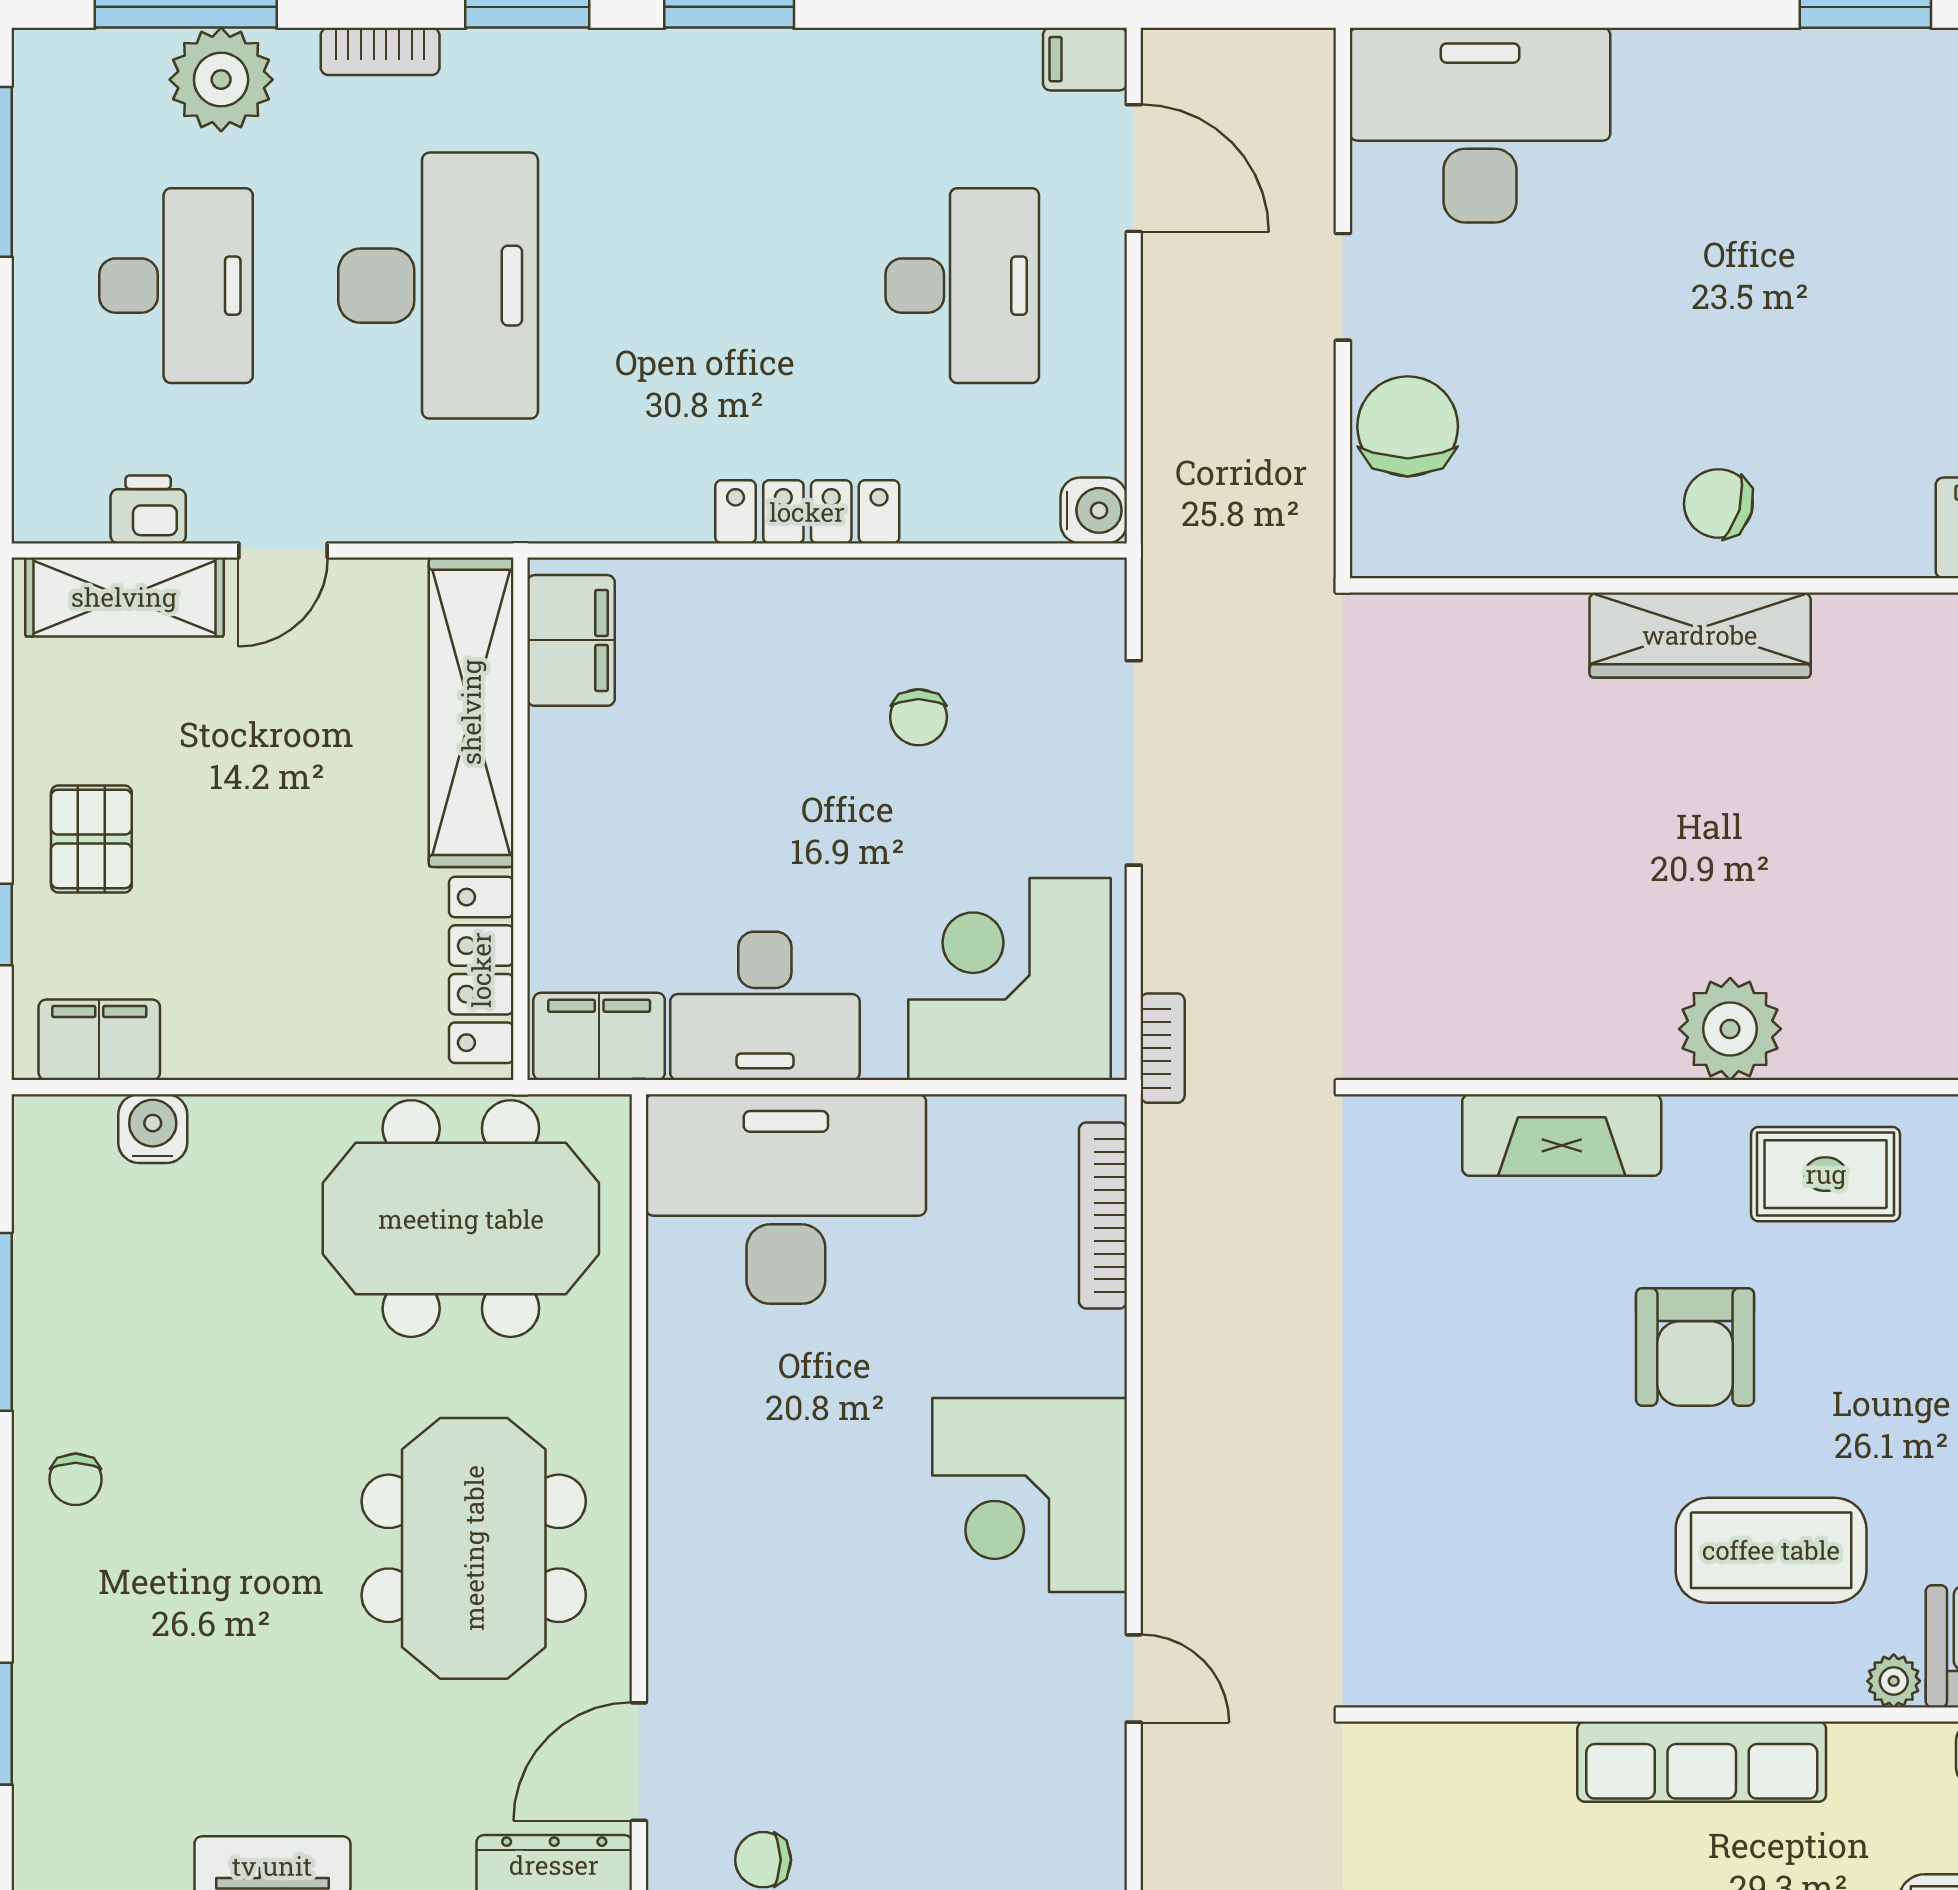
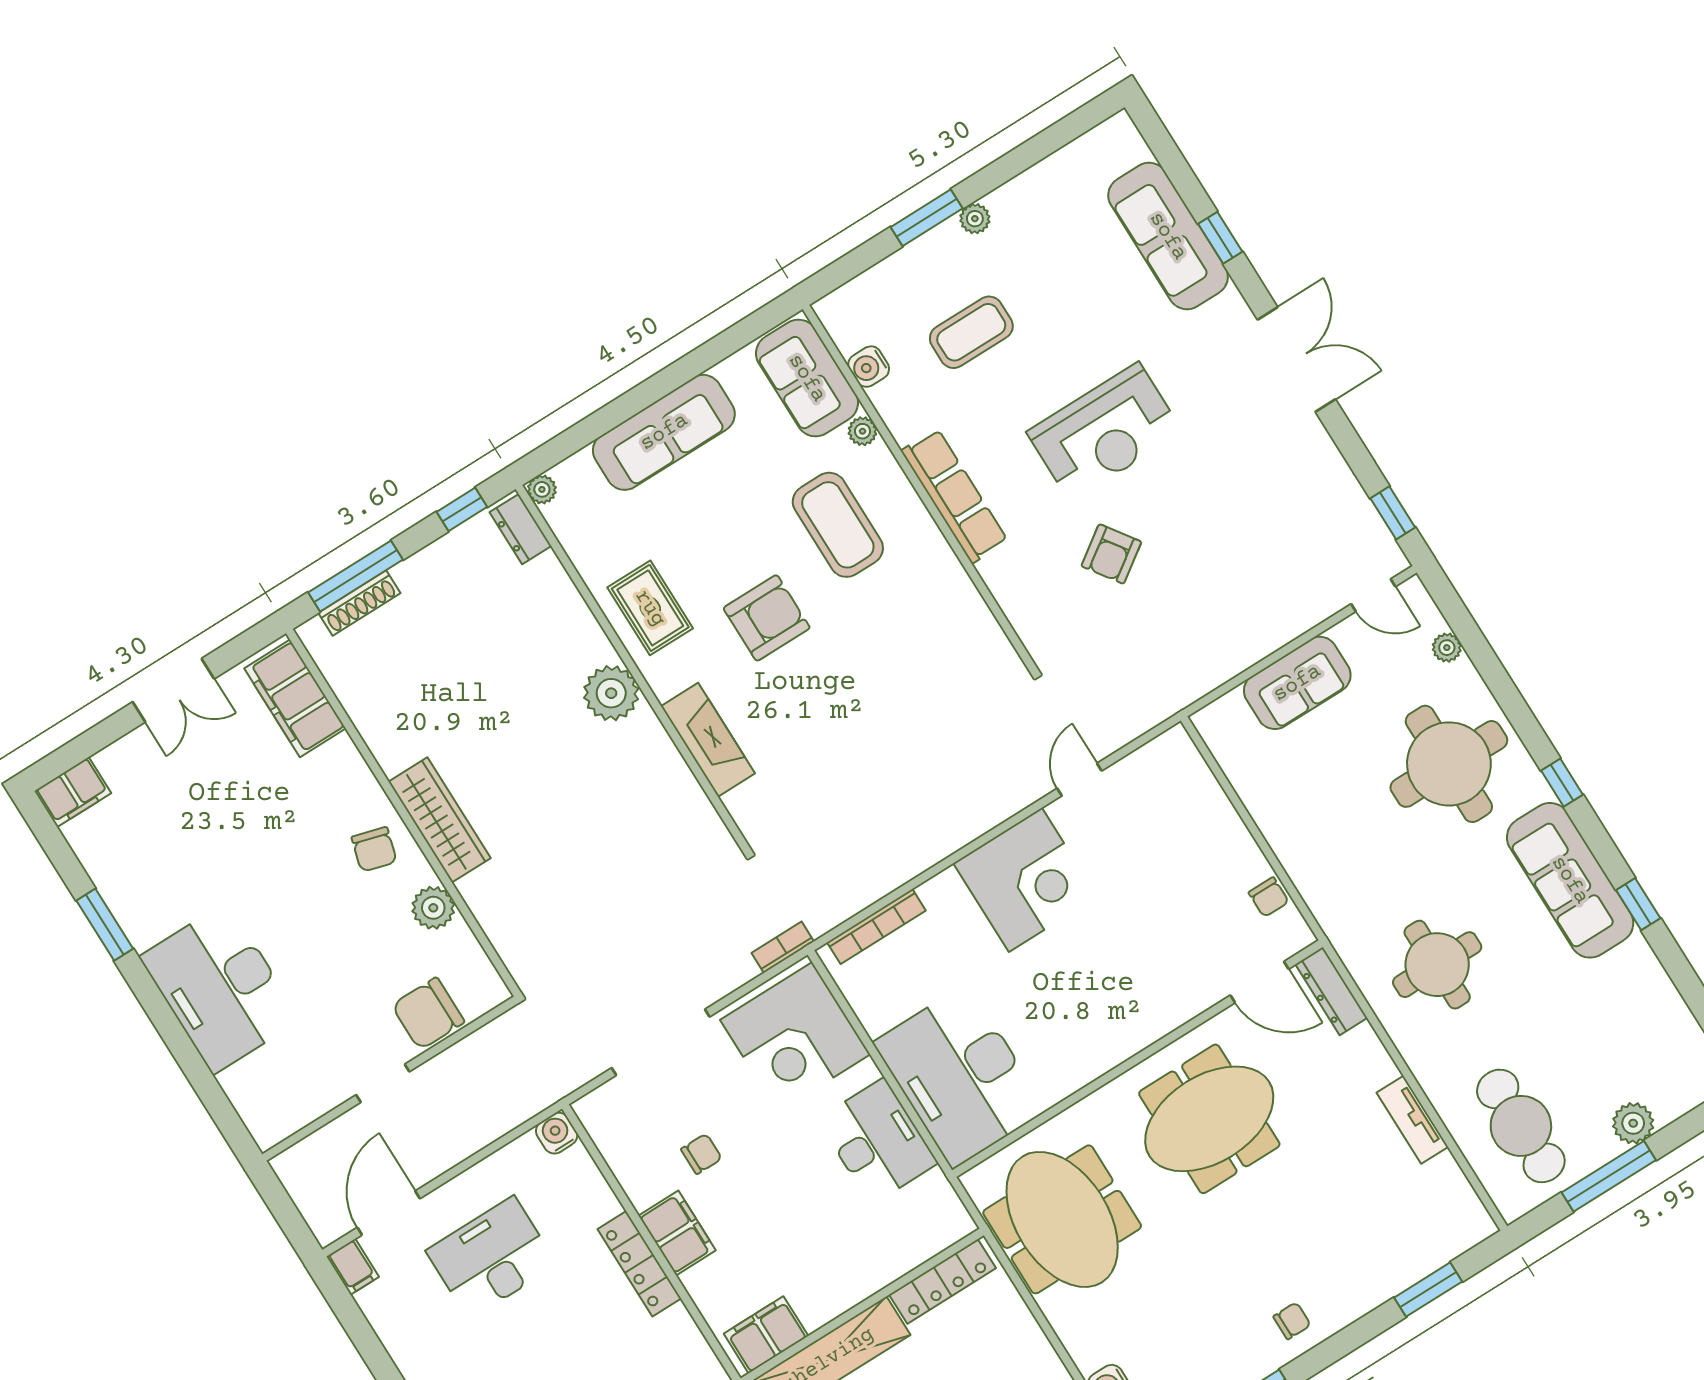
desk: (1480, 125) -> (220, 988), moved
plant: (1568, 539) -> (433, 908), added
filing cabinet: (599, 1036) -> (677, 1233), moved, turned 180

